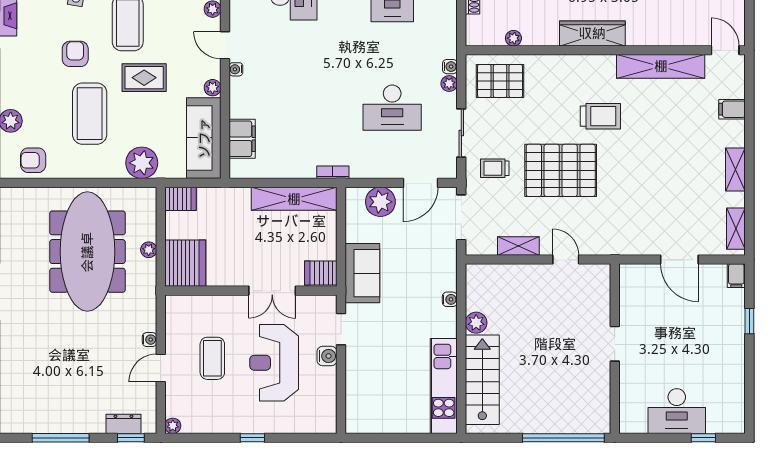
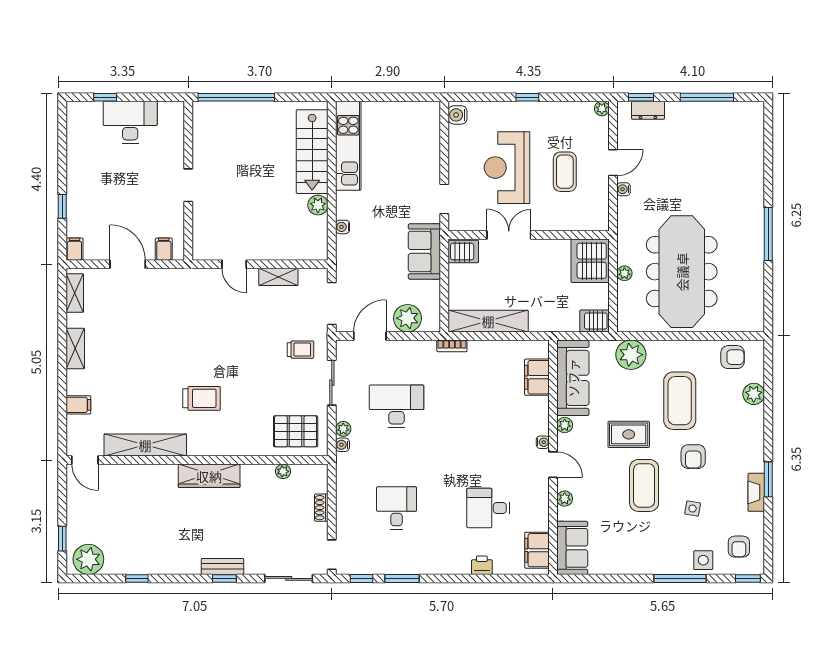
trolley: (600, 116) -> (202, 398), turned 180
pallet: (561, 170) -> (239, 348), removed
filing cabinet: (641, 276) -> (164, 249), added
water cooler: (327, 356) -> (458, 115), moved
reception desk: (274, 363) -> (507, 168), turned 180

